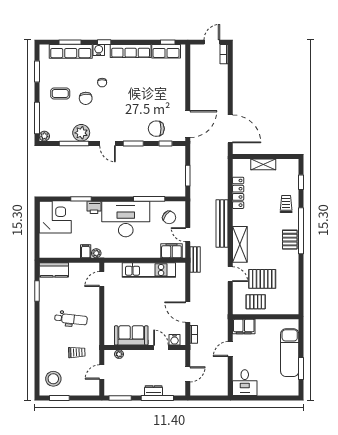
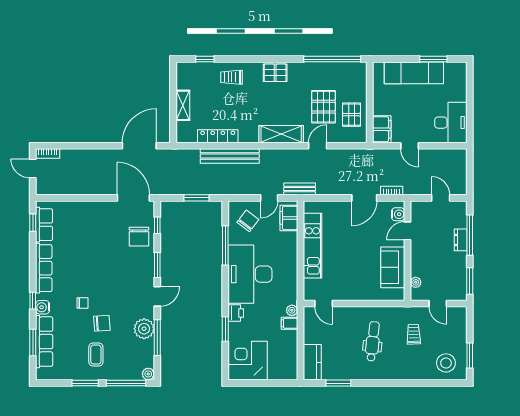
window: (37, 71) -> (85, 383), moved
bench: (222, 224) -> (230, 156), moved
window: (301, 231) -> (332, 59), moved
desk: (245, 383) -> (451, 123), width x1.37

